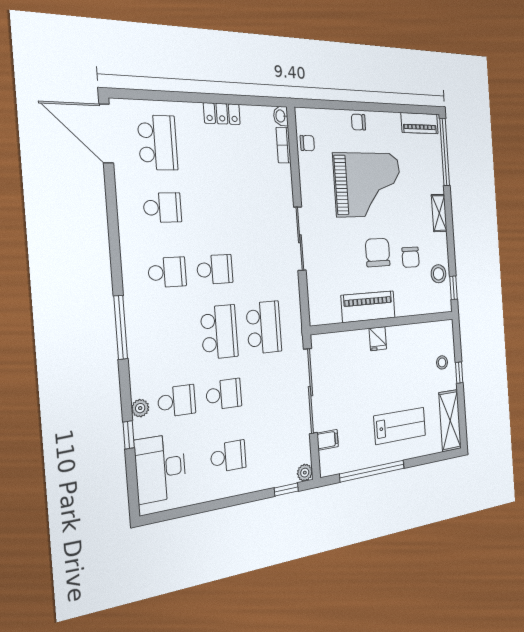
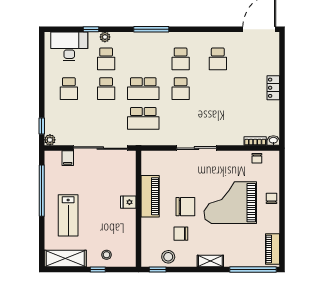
locker: (222, 114) -> (273, 88), moved
school desk: (158, 143) -> (255, 59), removed
grand piano: (368, 185) -> (230, 203), turned 90

